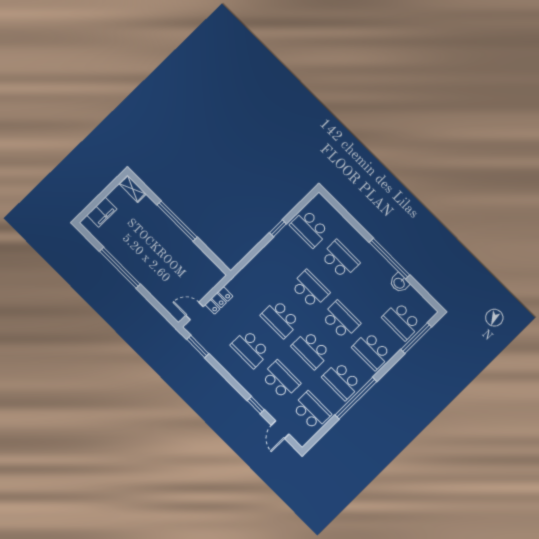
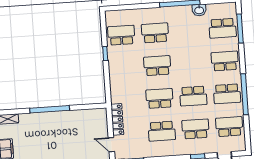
school desk: (309, 228) -> (121, 35), turned 180
locker: (219, 300) -> (117, 119), width x1.53
door: (194, 311) -> (111, 145), hinge flipped
school desk: (280, 319) -> (160, 98), turned 180
school desk: (341, 320) -> (191, 63), removed
school desk: (372, 351) -> (225, 61), turned 180

